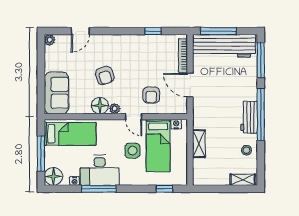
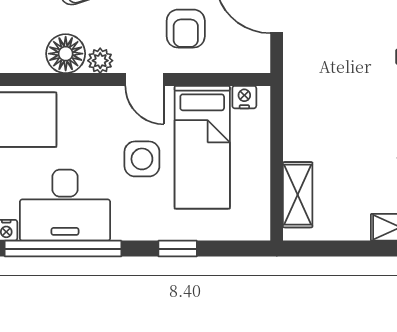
shelving: (199, 144) -> (298, 195), moved
window: (99, 189) -> (63, 249), width x1.46
window: (164, 189) -> (178, 249), moved

